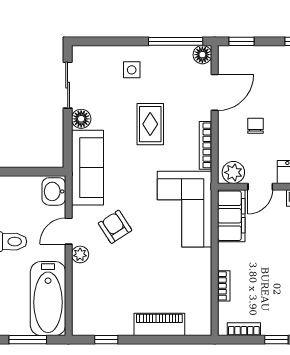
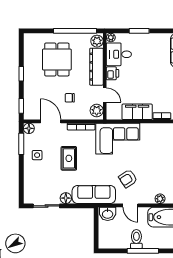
window: (176, 41) -> (21, 144), width x0.69
side table: (132, 70) -> (37, 155), moved
rug: (150, 124) -> (69, 158), turned 90
filing cabinet: (231, 216) -> (137, 112), moved
plant: (80, 254) -> (160, 199), moved

